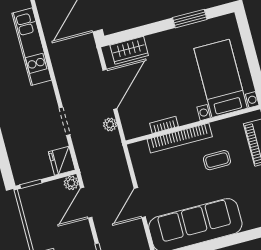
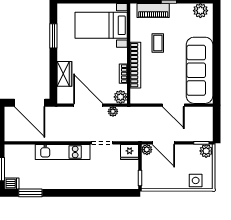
kitchen unit: (32, 47) -> (63, 152), moved
wardrobe: (129, 50) -> (64, 74), moved
plant: (132, 129) -> (121, 97), added

